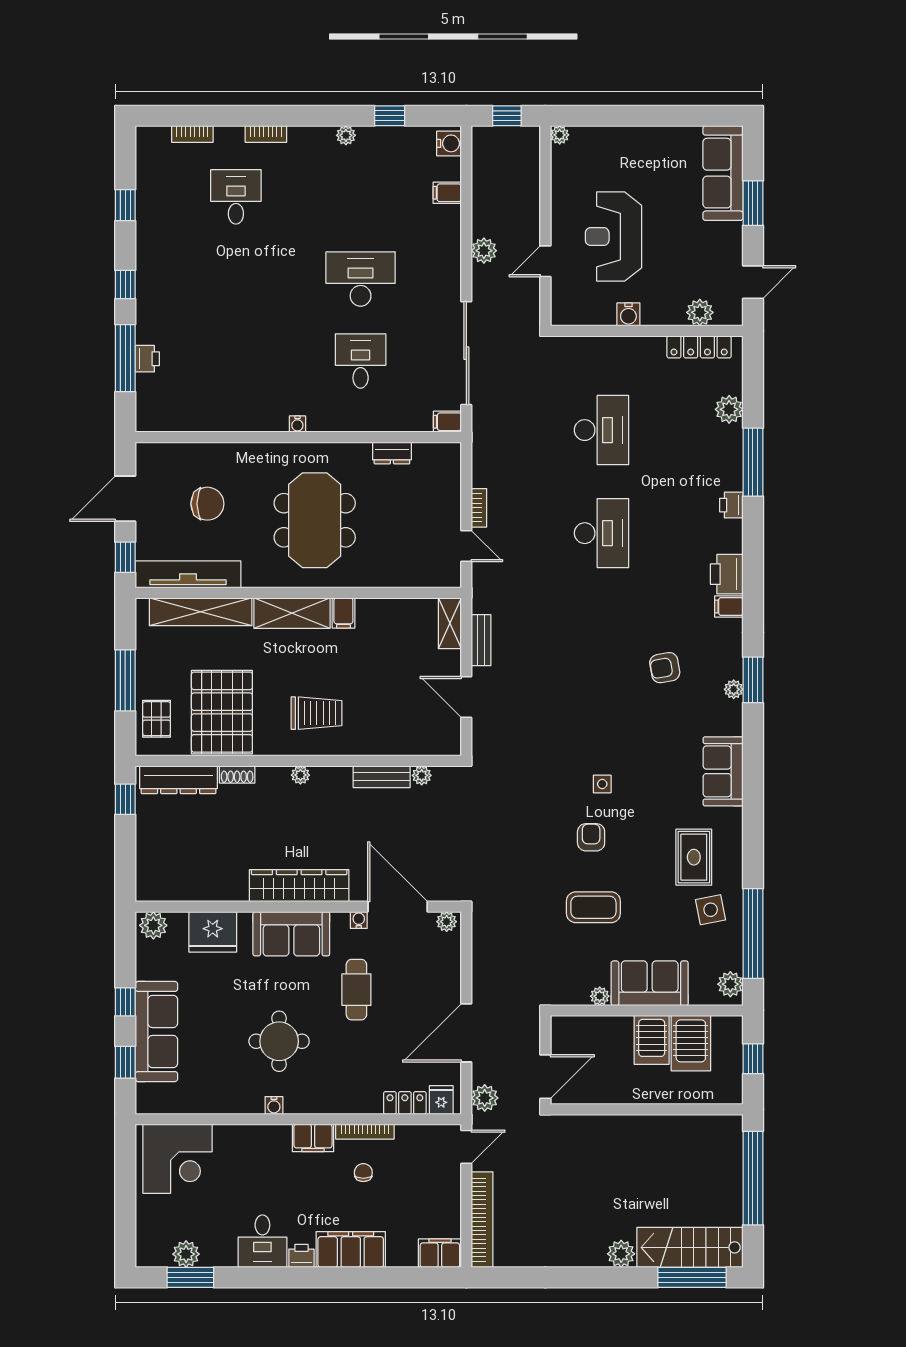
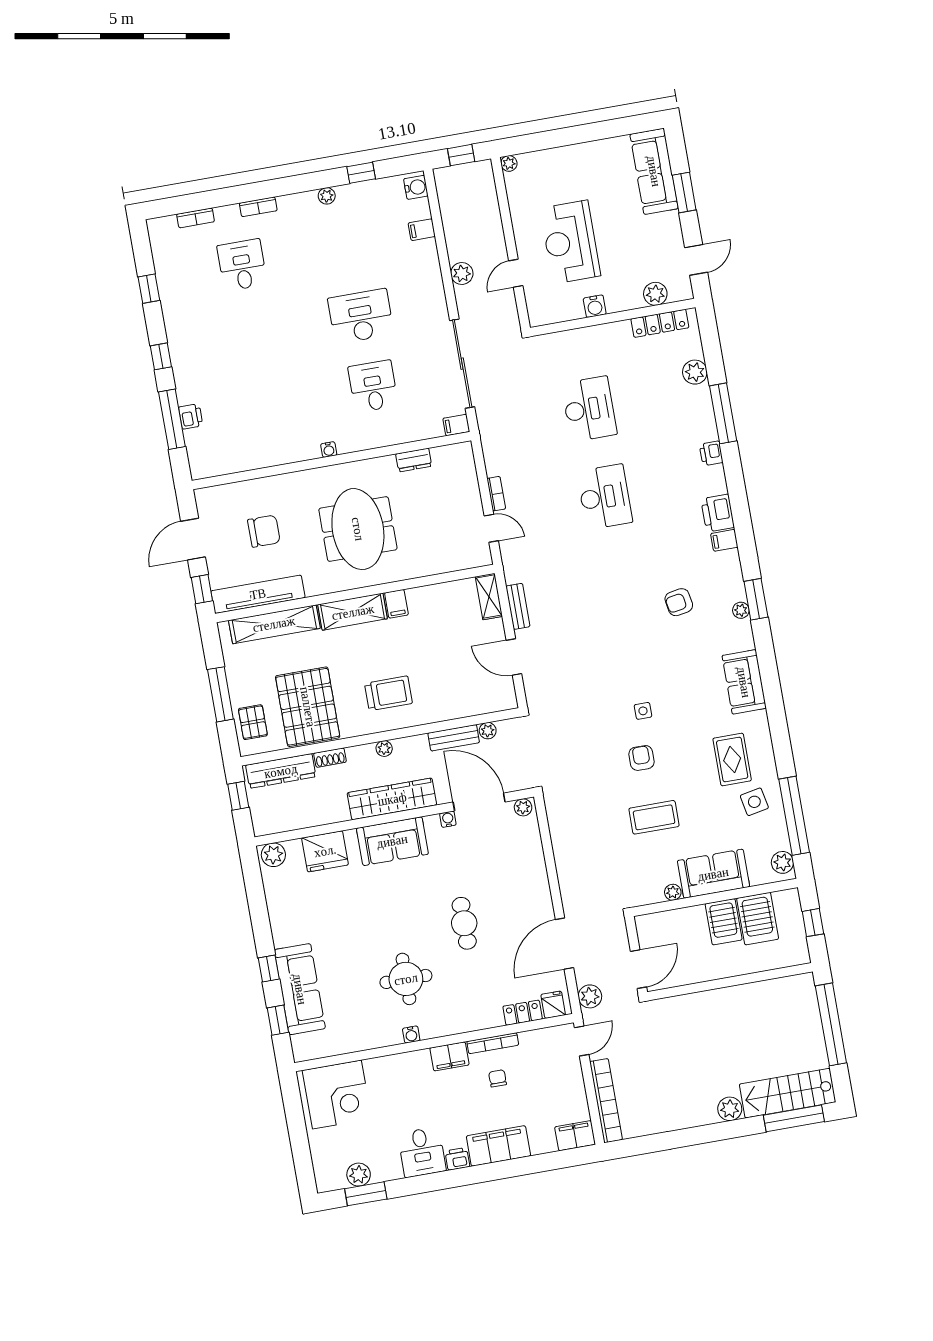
wardrobe: (299, 886) -> (392, 799), moved
wall: (298, 907) -> (394, 817), moved
door: (398, 907) -> (479, 802), moved
water cooler: (359, 920) -> (448, 819), moved
plant: (447, 922) -> (523, 807), moved
plant: (153, 925) -> (273, 855), moved
fridge: (213, 932) -> (325, 851), moved
sofa: (291, 934) -> (392, 841), moved

